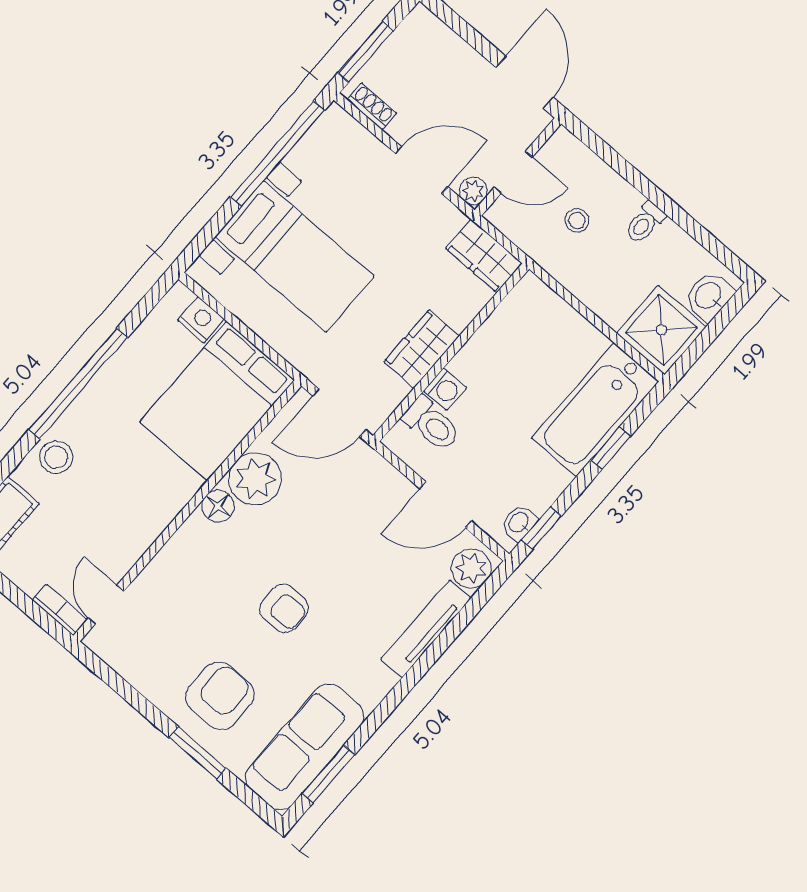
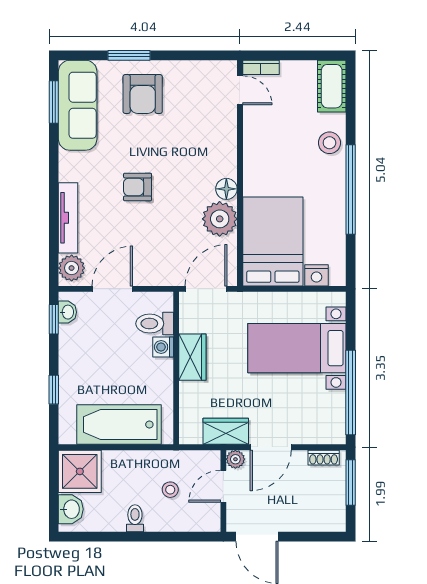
wardrobe: (484, 256) -> (226, 431), moved
bathtub: (595, 410) -> (119, 425), moved, turned -90
armchair: (284, 608) -> (138, 187), moved

